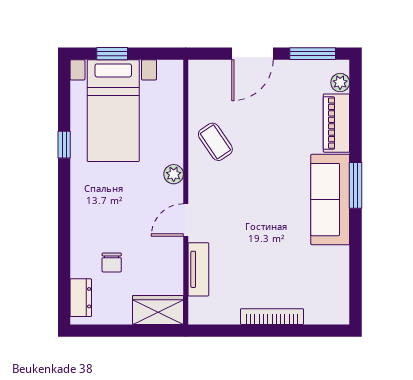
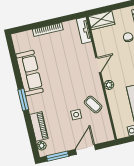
side table: (255, 129) -> (76, 115), added
sofa: (330, 200) -> (29, 73), moved
tv unit: (198, 269) -> (84, 30), moved

